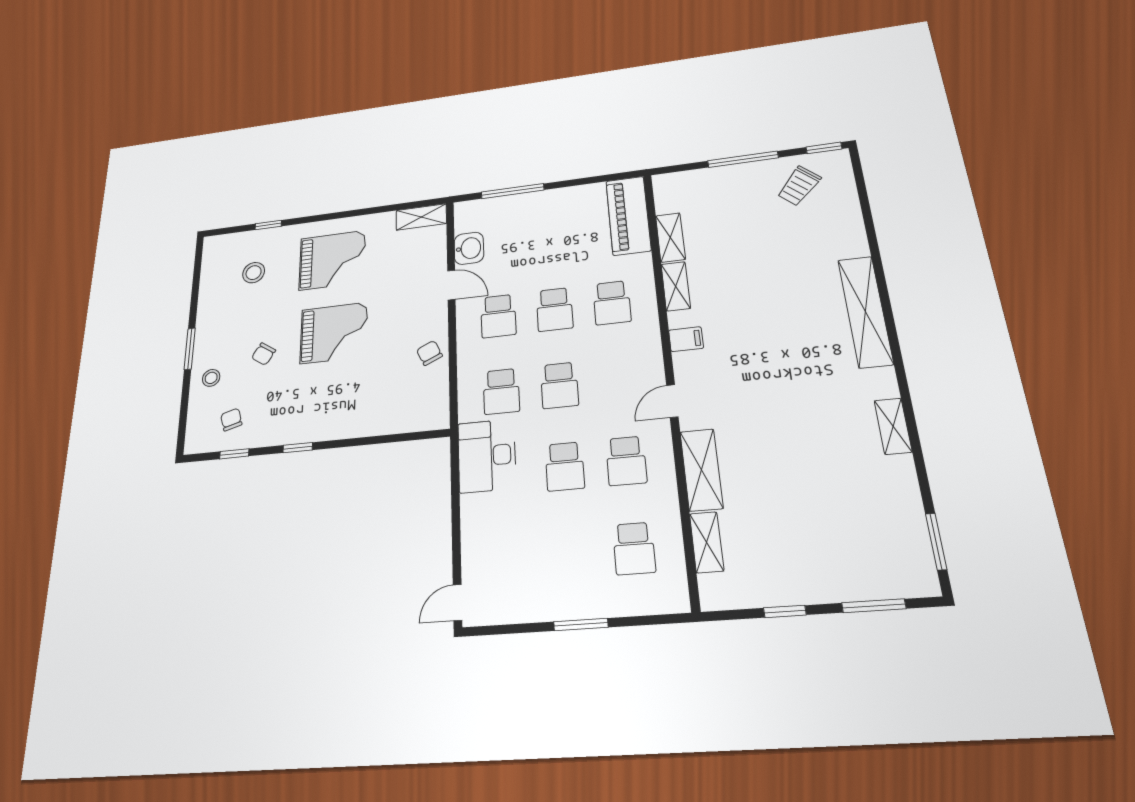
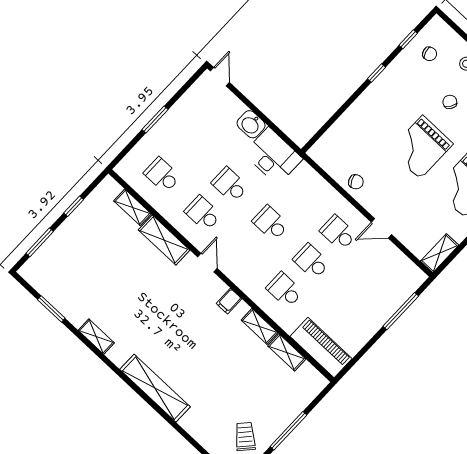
washbasin: (469, 248) -> (251, 124), moved
school desk: (501, 391) -> (297, 195), removed
window: (936, 541) -> (51, 309), moved

